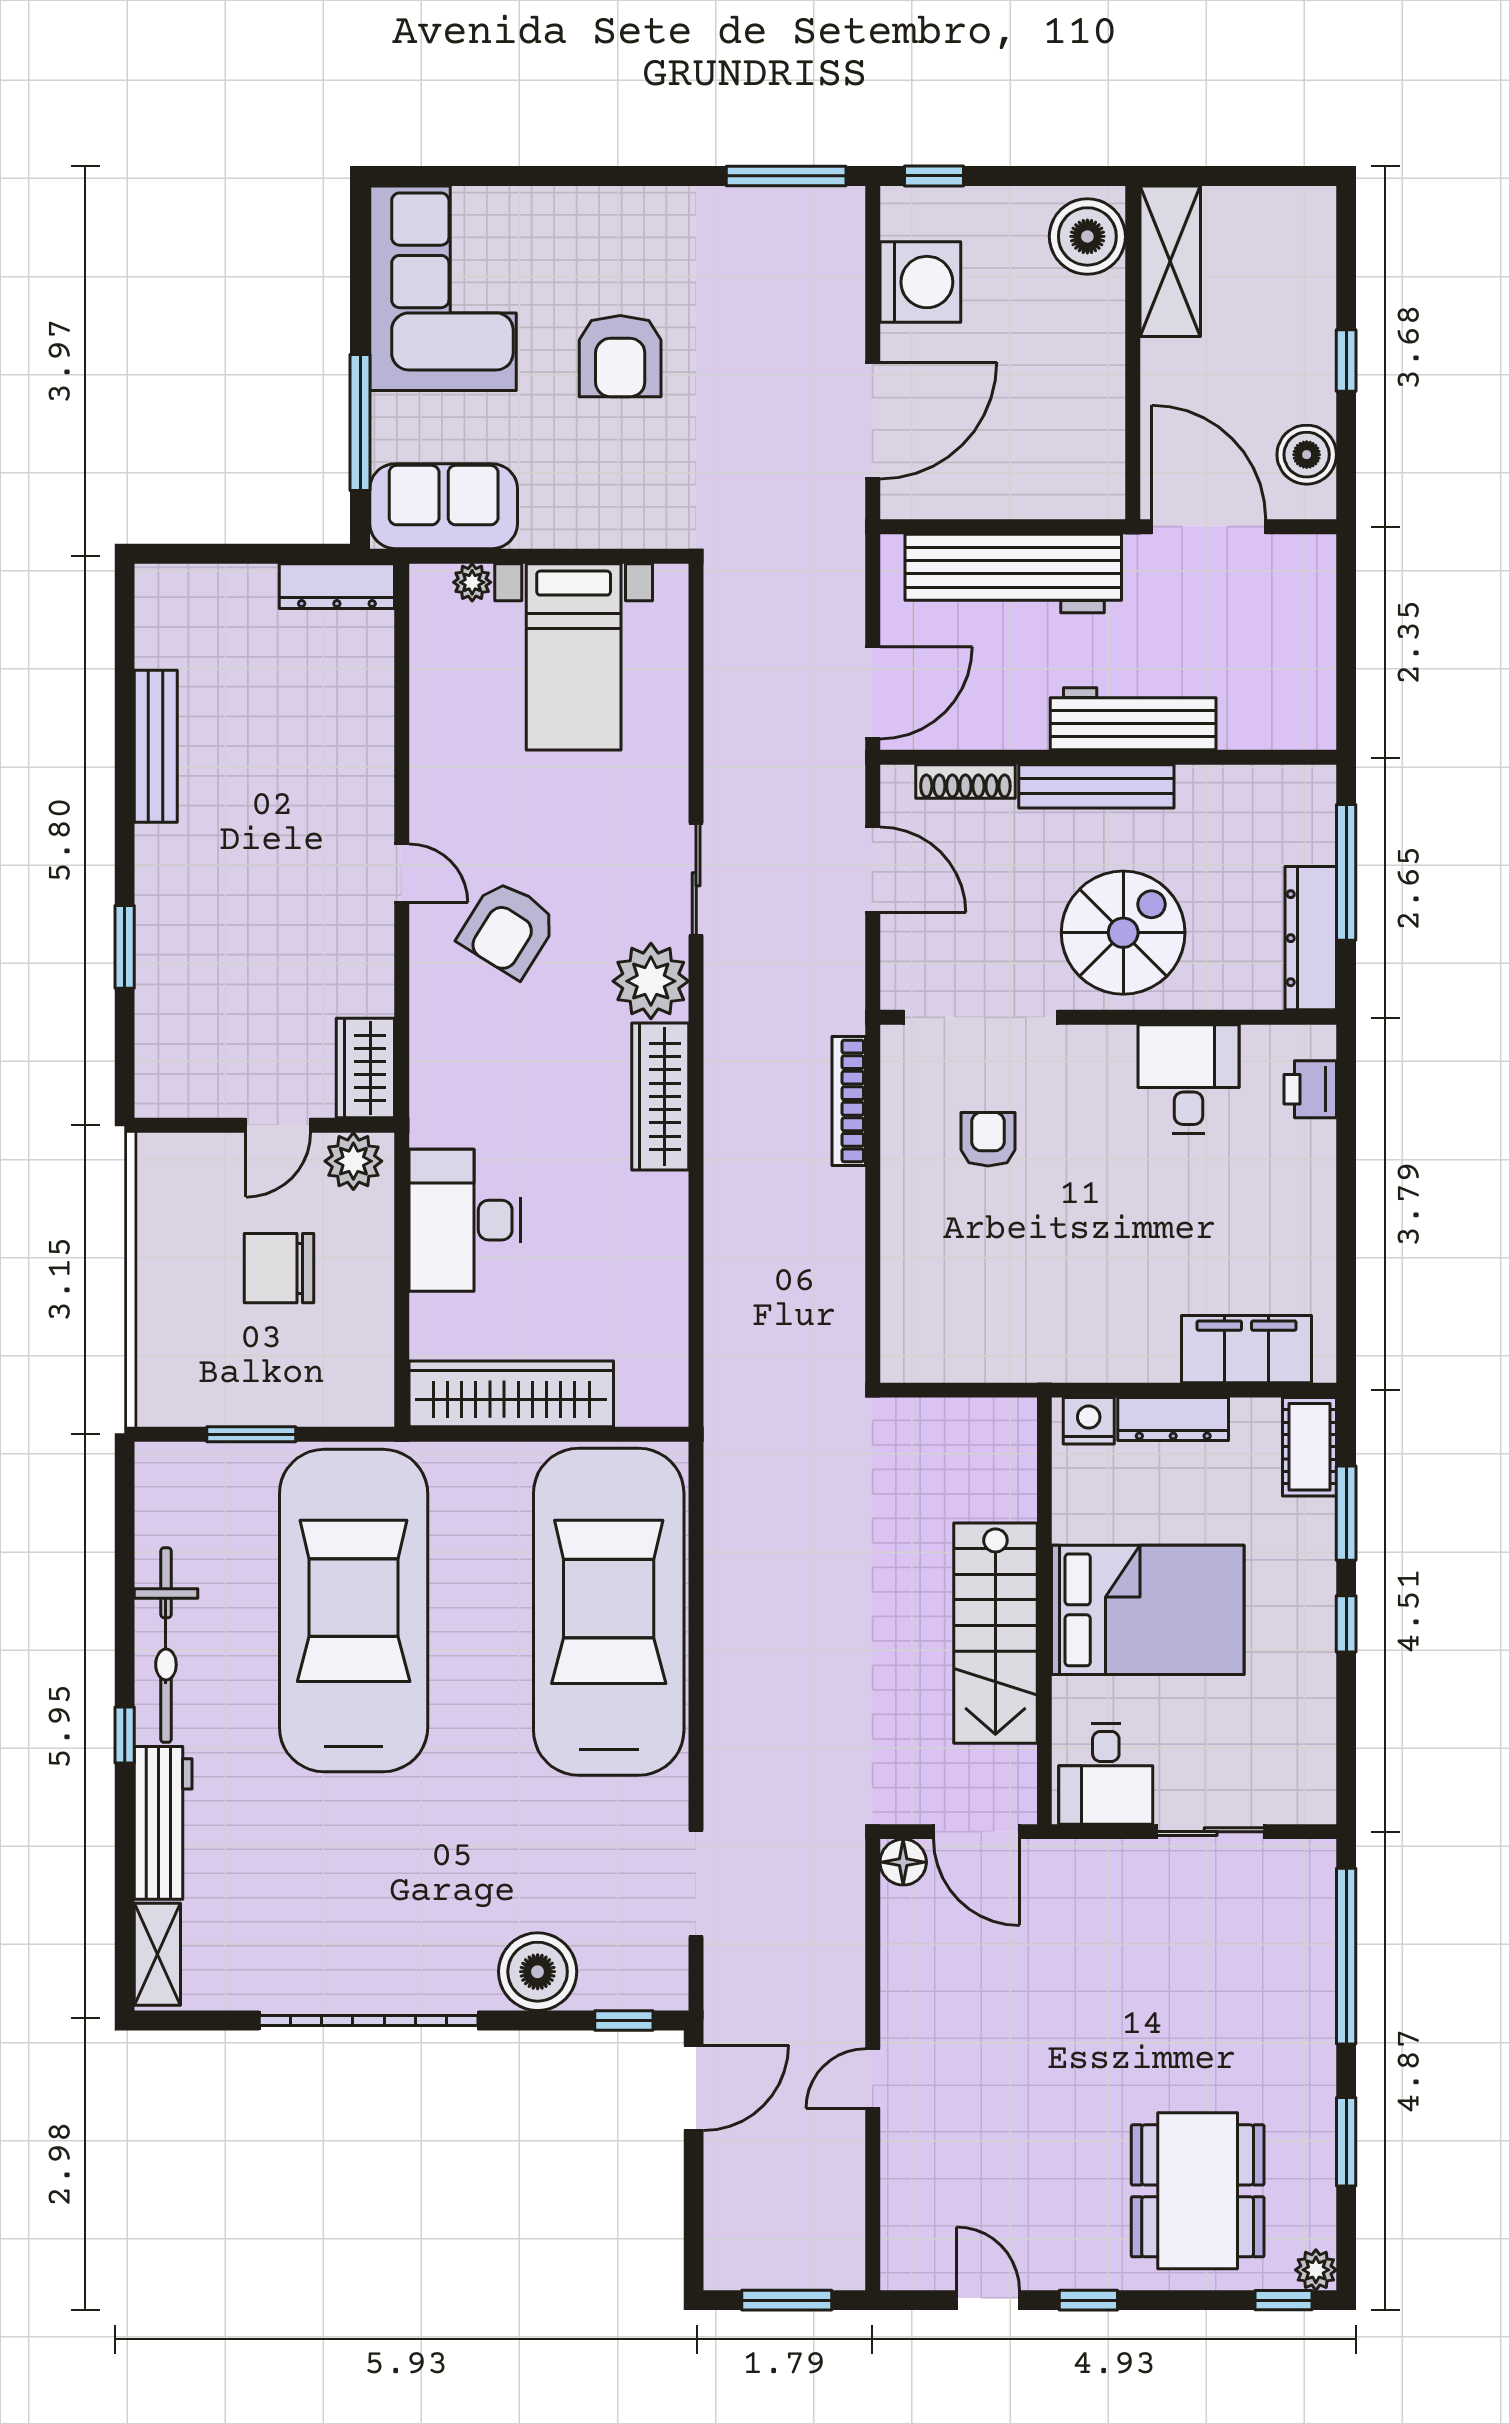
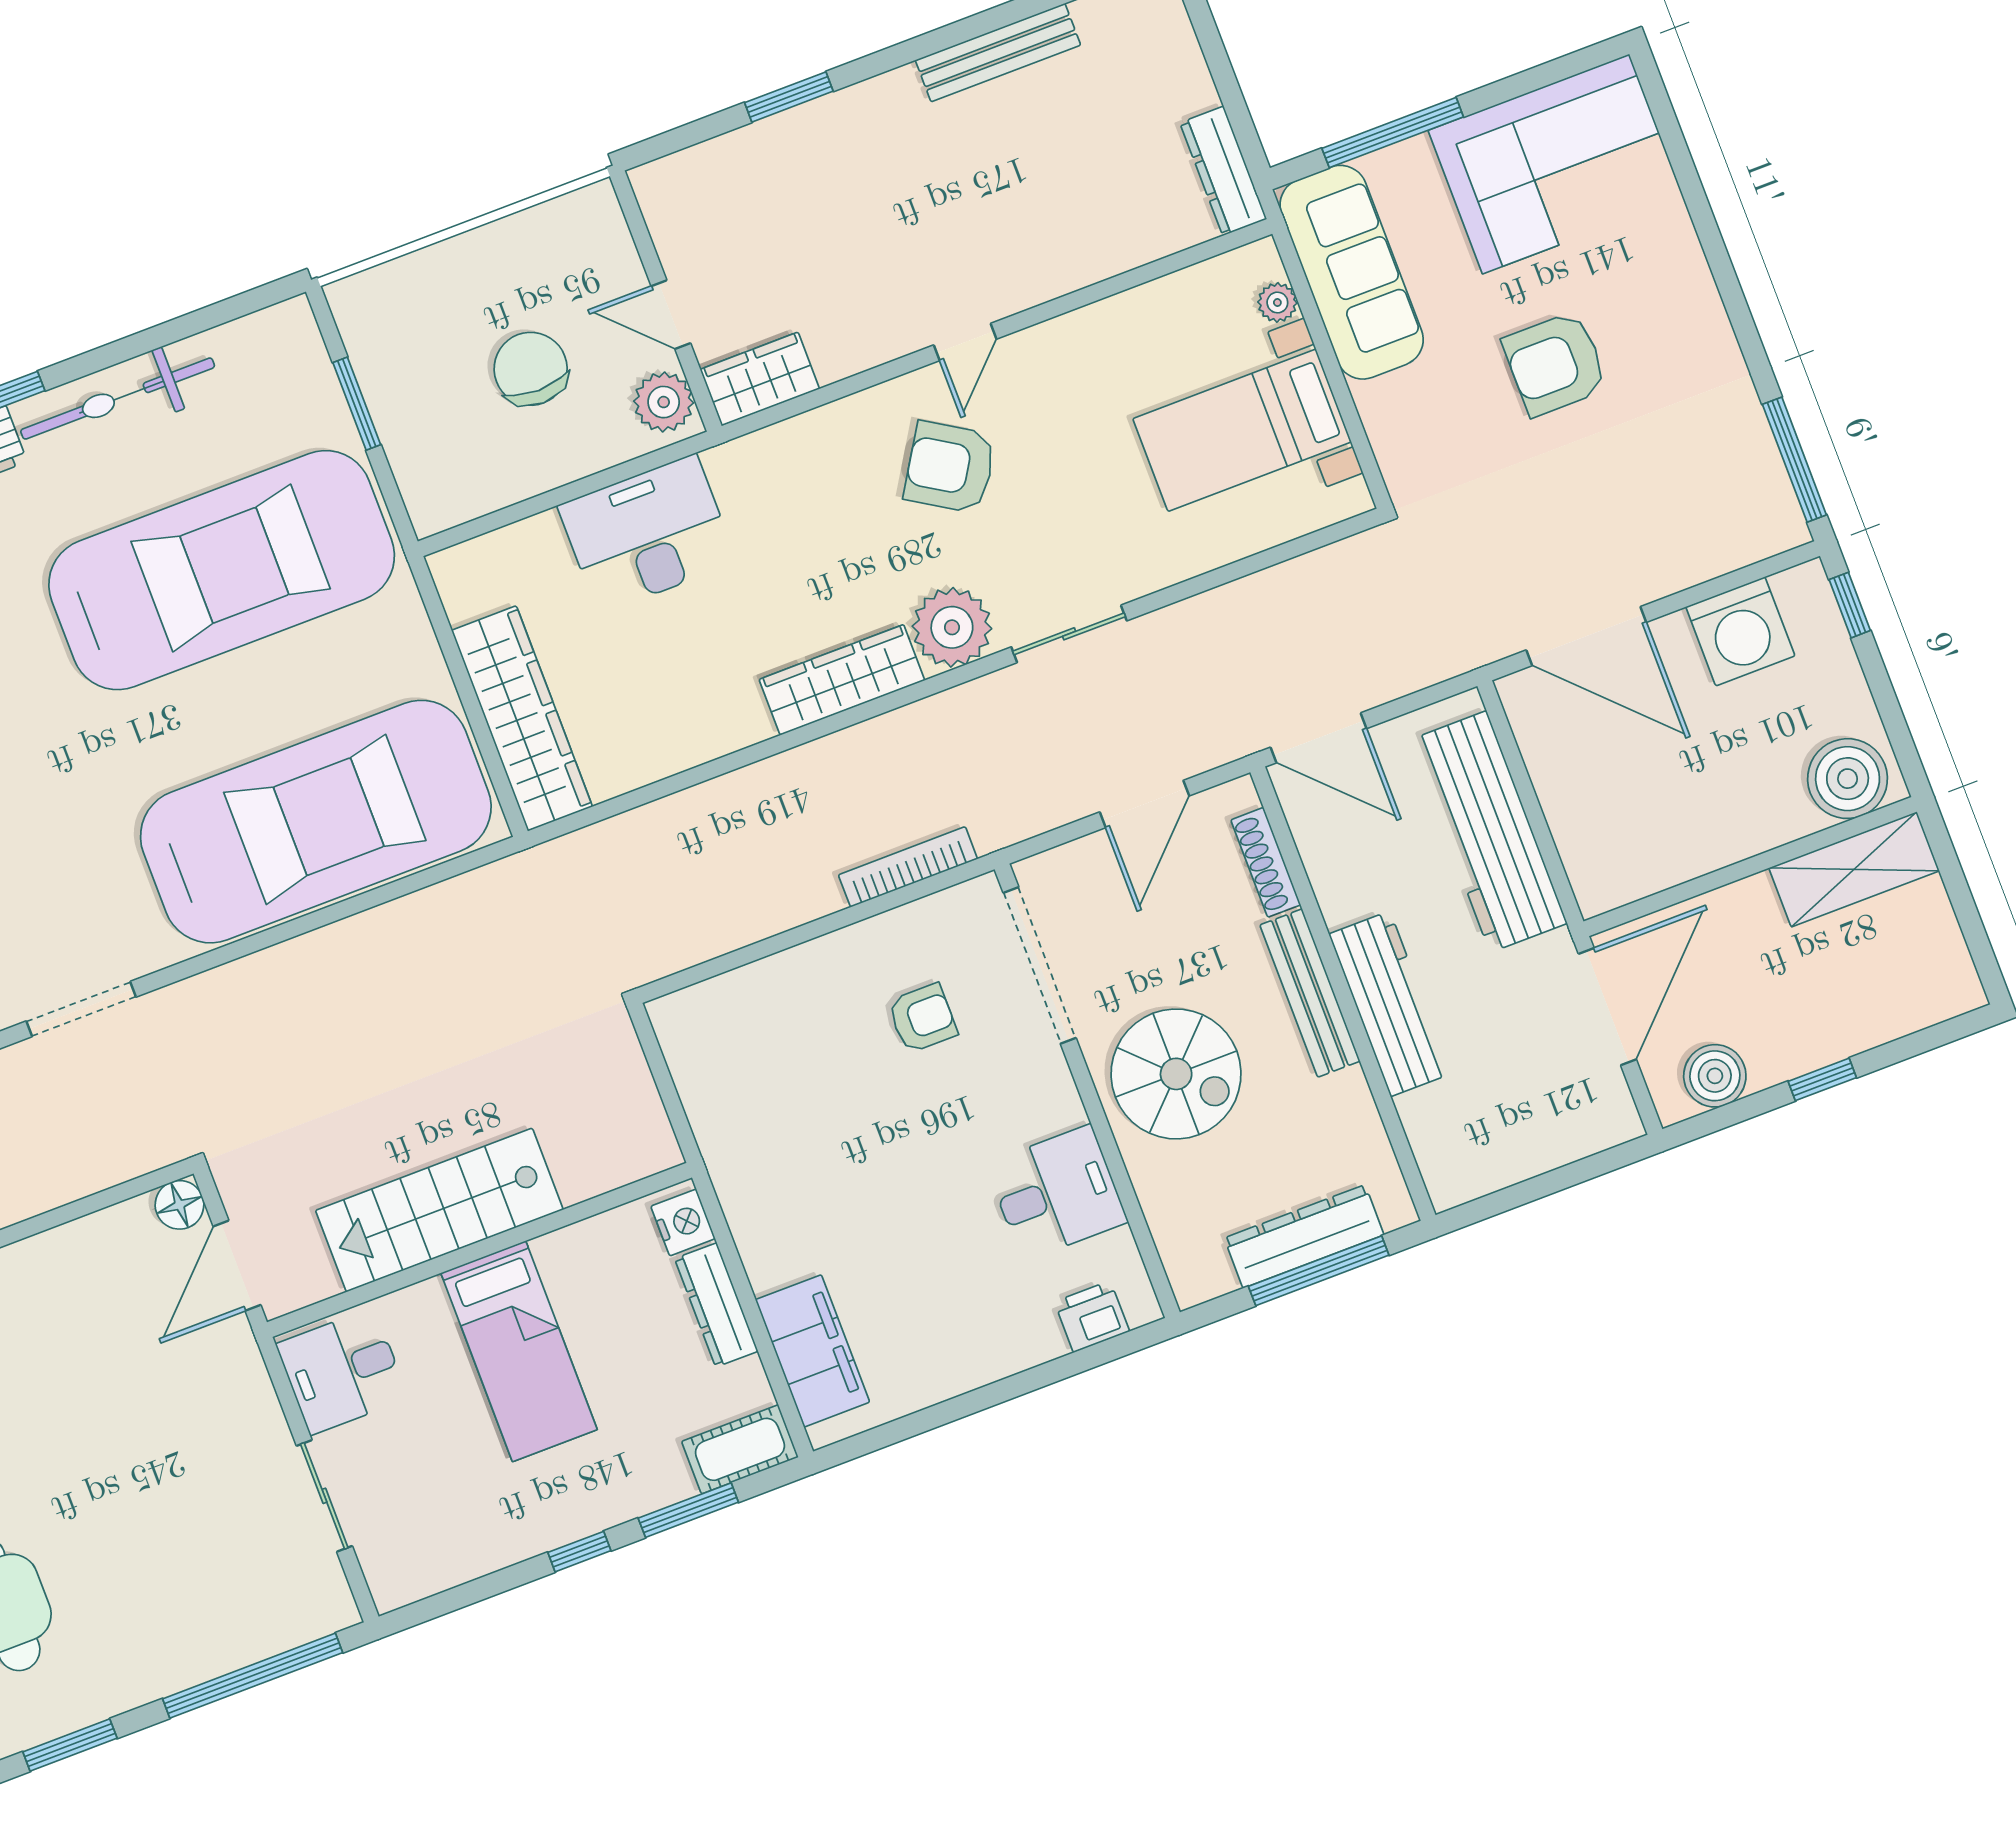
sofa: (444, 506) -> (1352, 272), width x1.36
dresser: (1311, 938) -> (1304, 1236), moved
wardrobe: (511, 1394) -> (522, 718), moved
bed: (1148, 1610) -> (519, 1351), width x0.67

